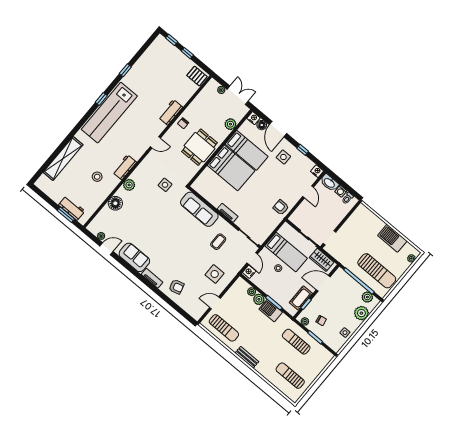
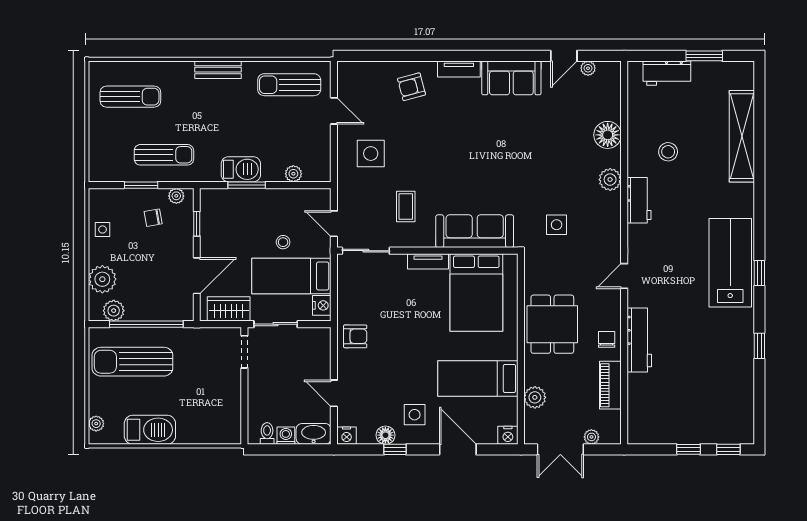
pallet: (197, 76) -> (645, 427), removed
piano: (197, 104) -> (610, 385), added
workbench: (171, 112) -> (639, 340), width x1.37
lab bench: (109, 113) -> (730, 263), width x0.73
floor lamp: (262, 125) -> (385, 435), moved
bed: (231, 168) -> (476, 292), moved, turned -90
window: (66, 215) -> (704, 56), moved
nightstand: (249, 272) -> (322, 305), moved
cot: (301, 298) -> (212, 226), removed
plant: (259, 299) -> (273, 171), removed
door: (215, 303) -> (334, 111), hinge flipped

